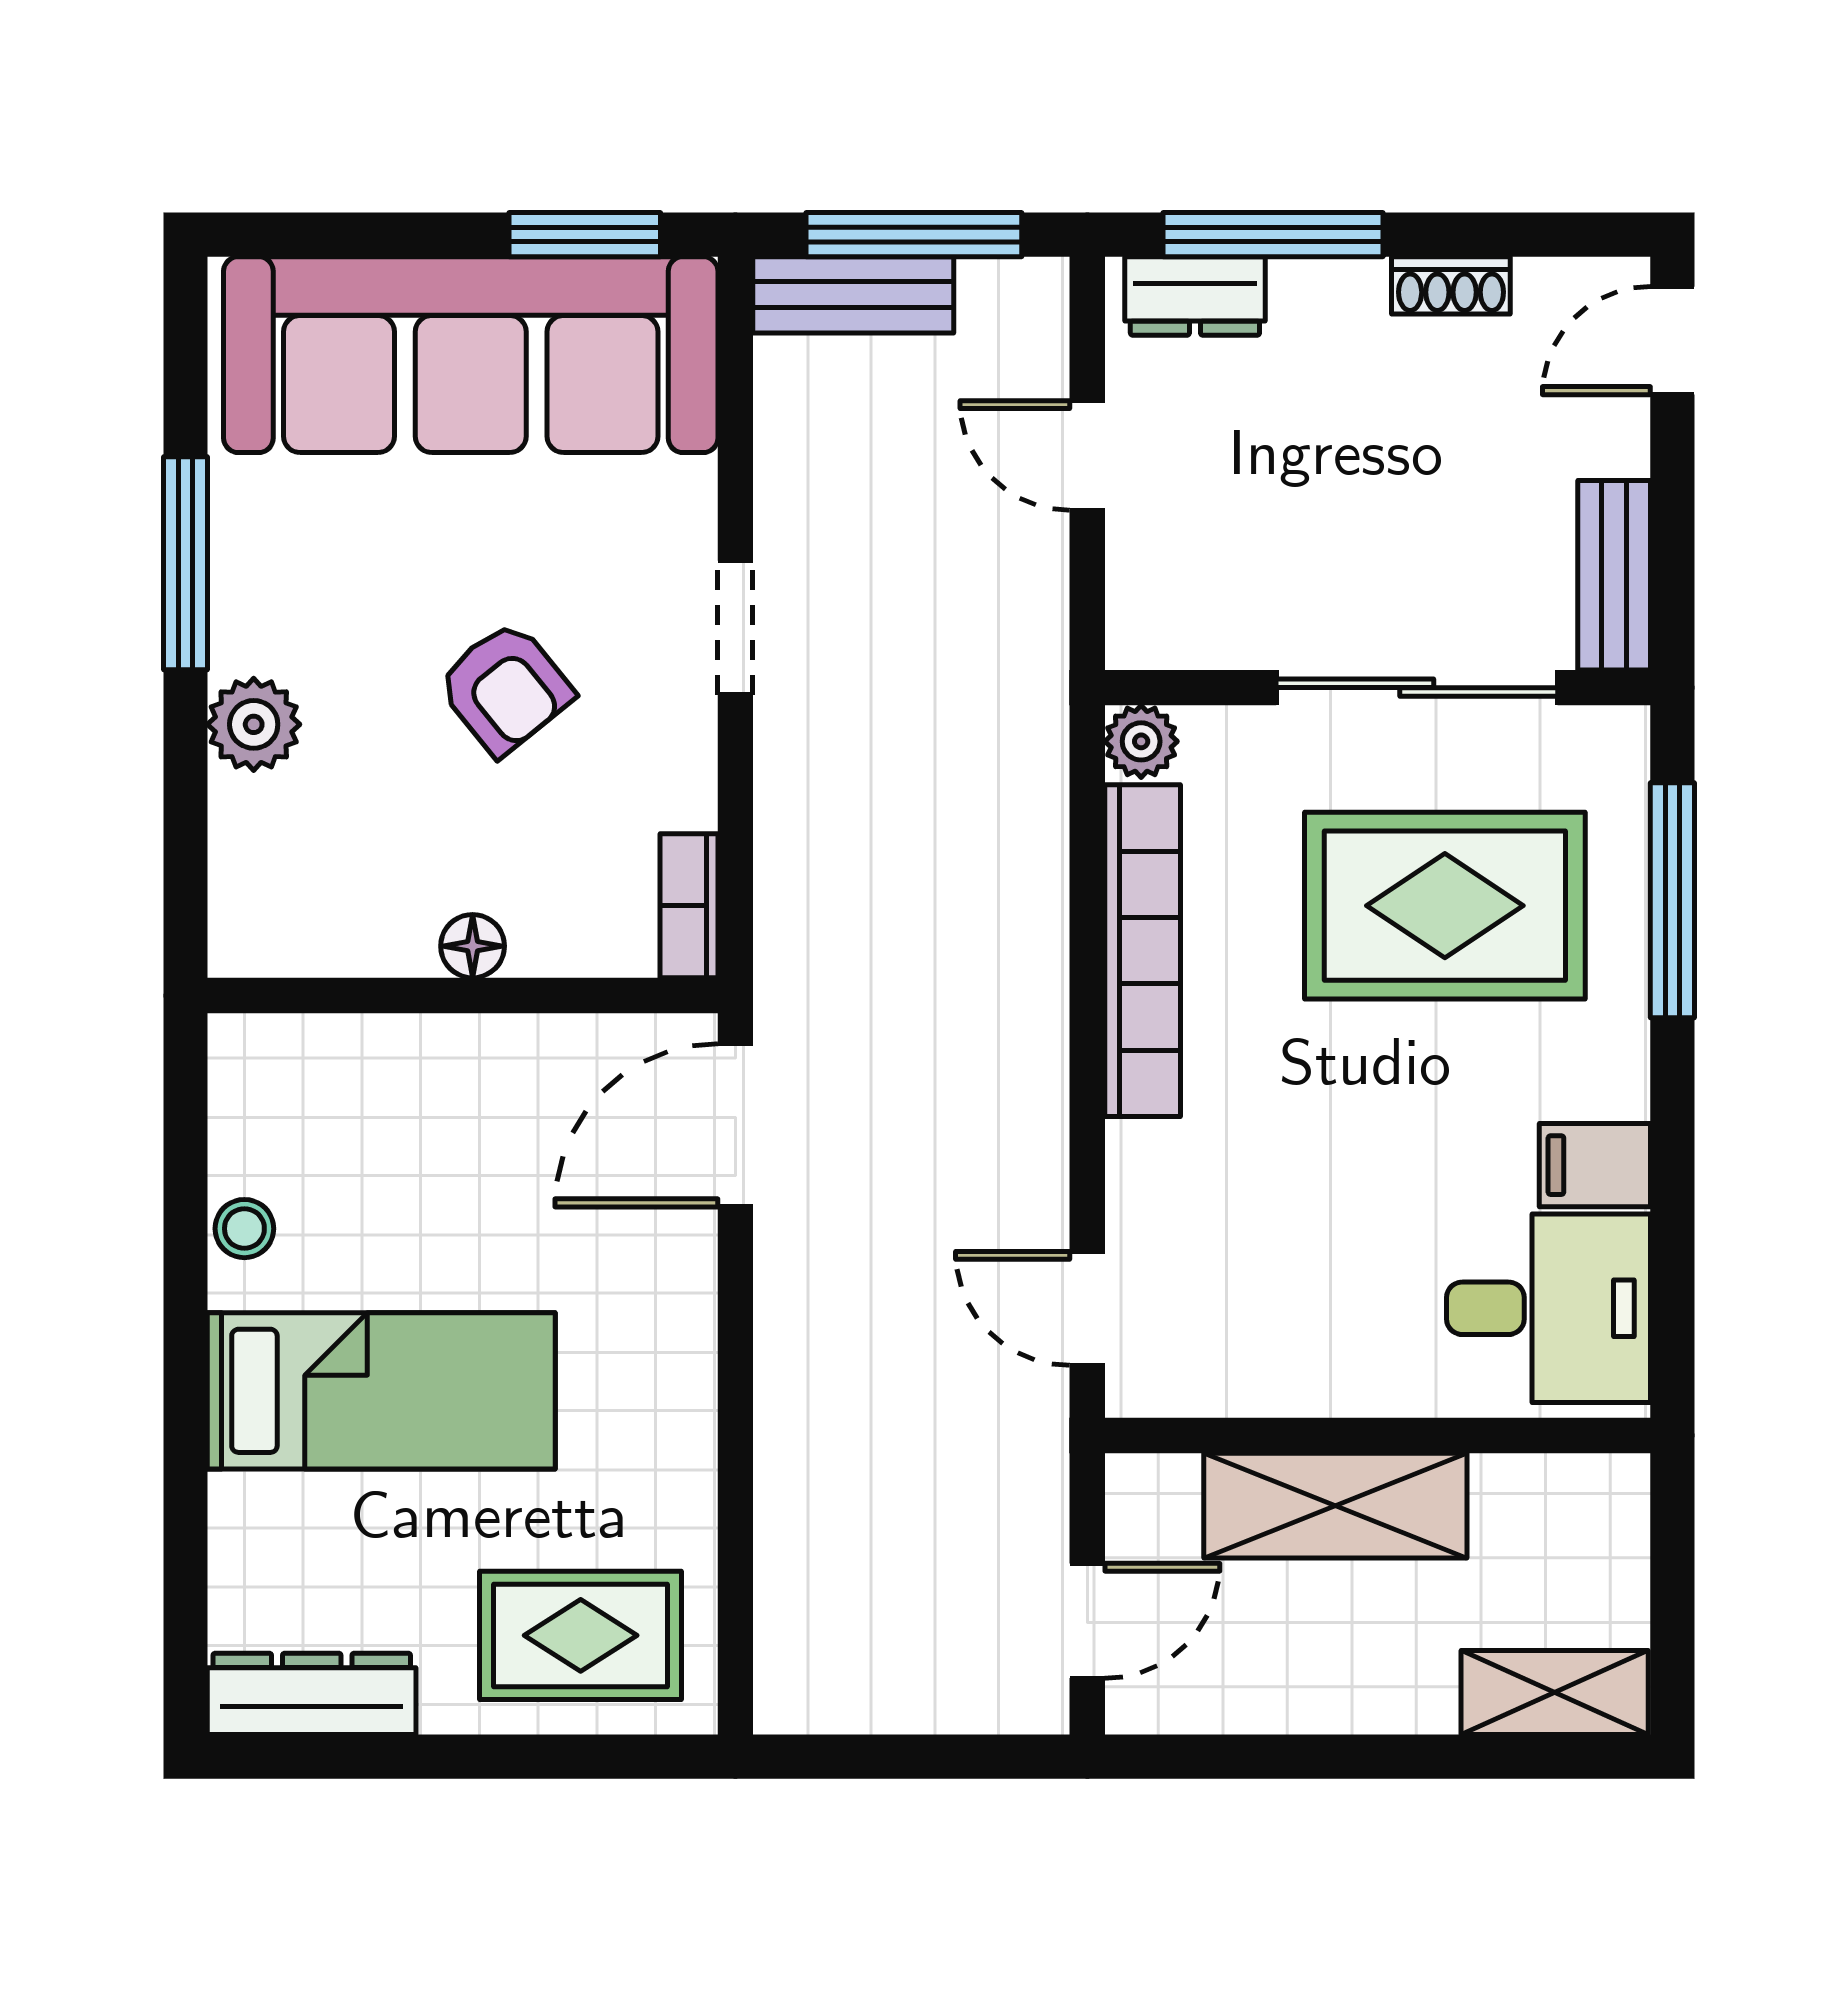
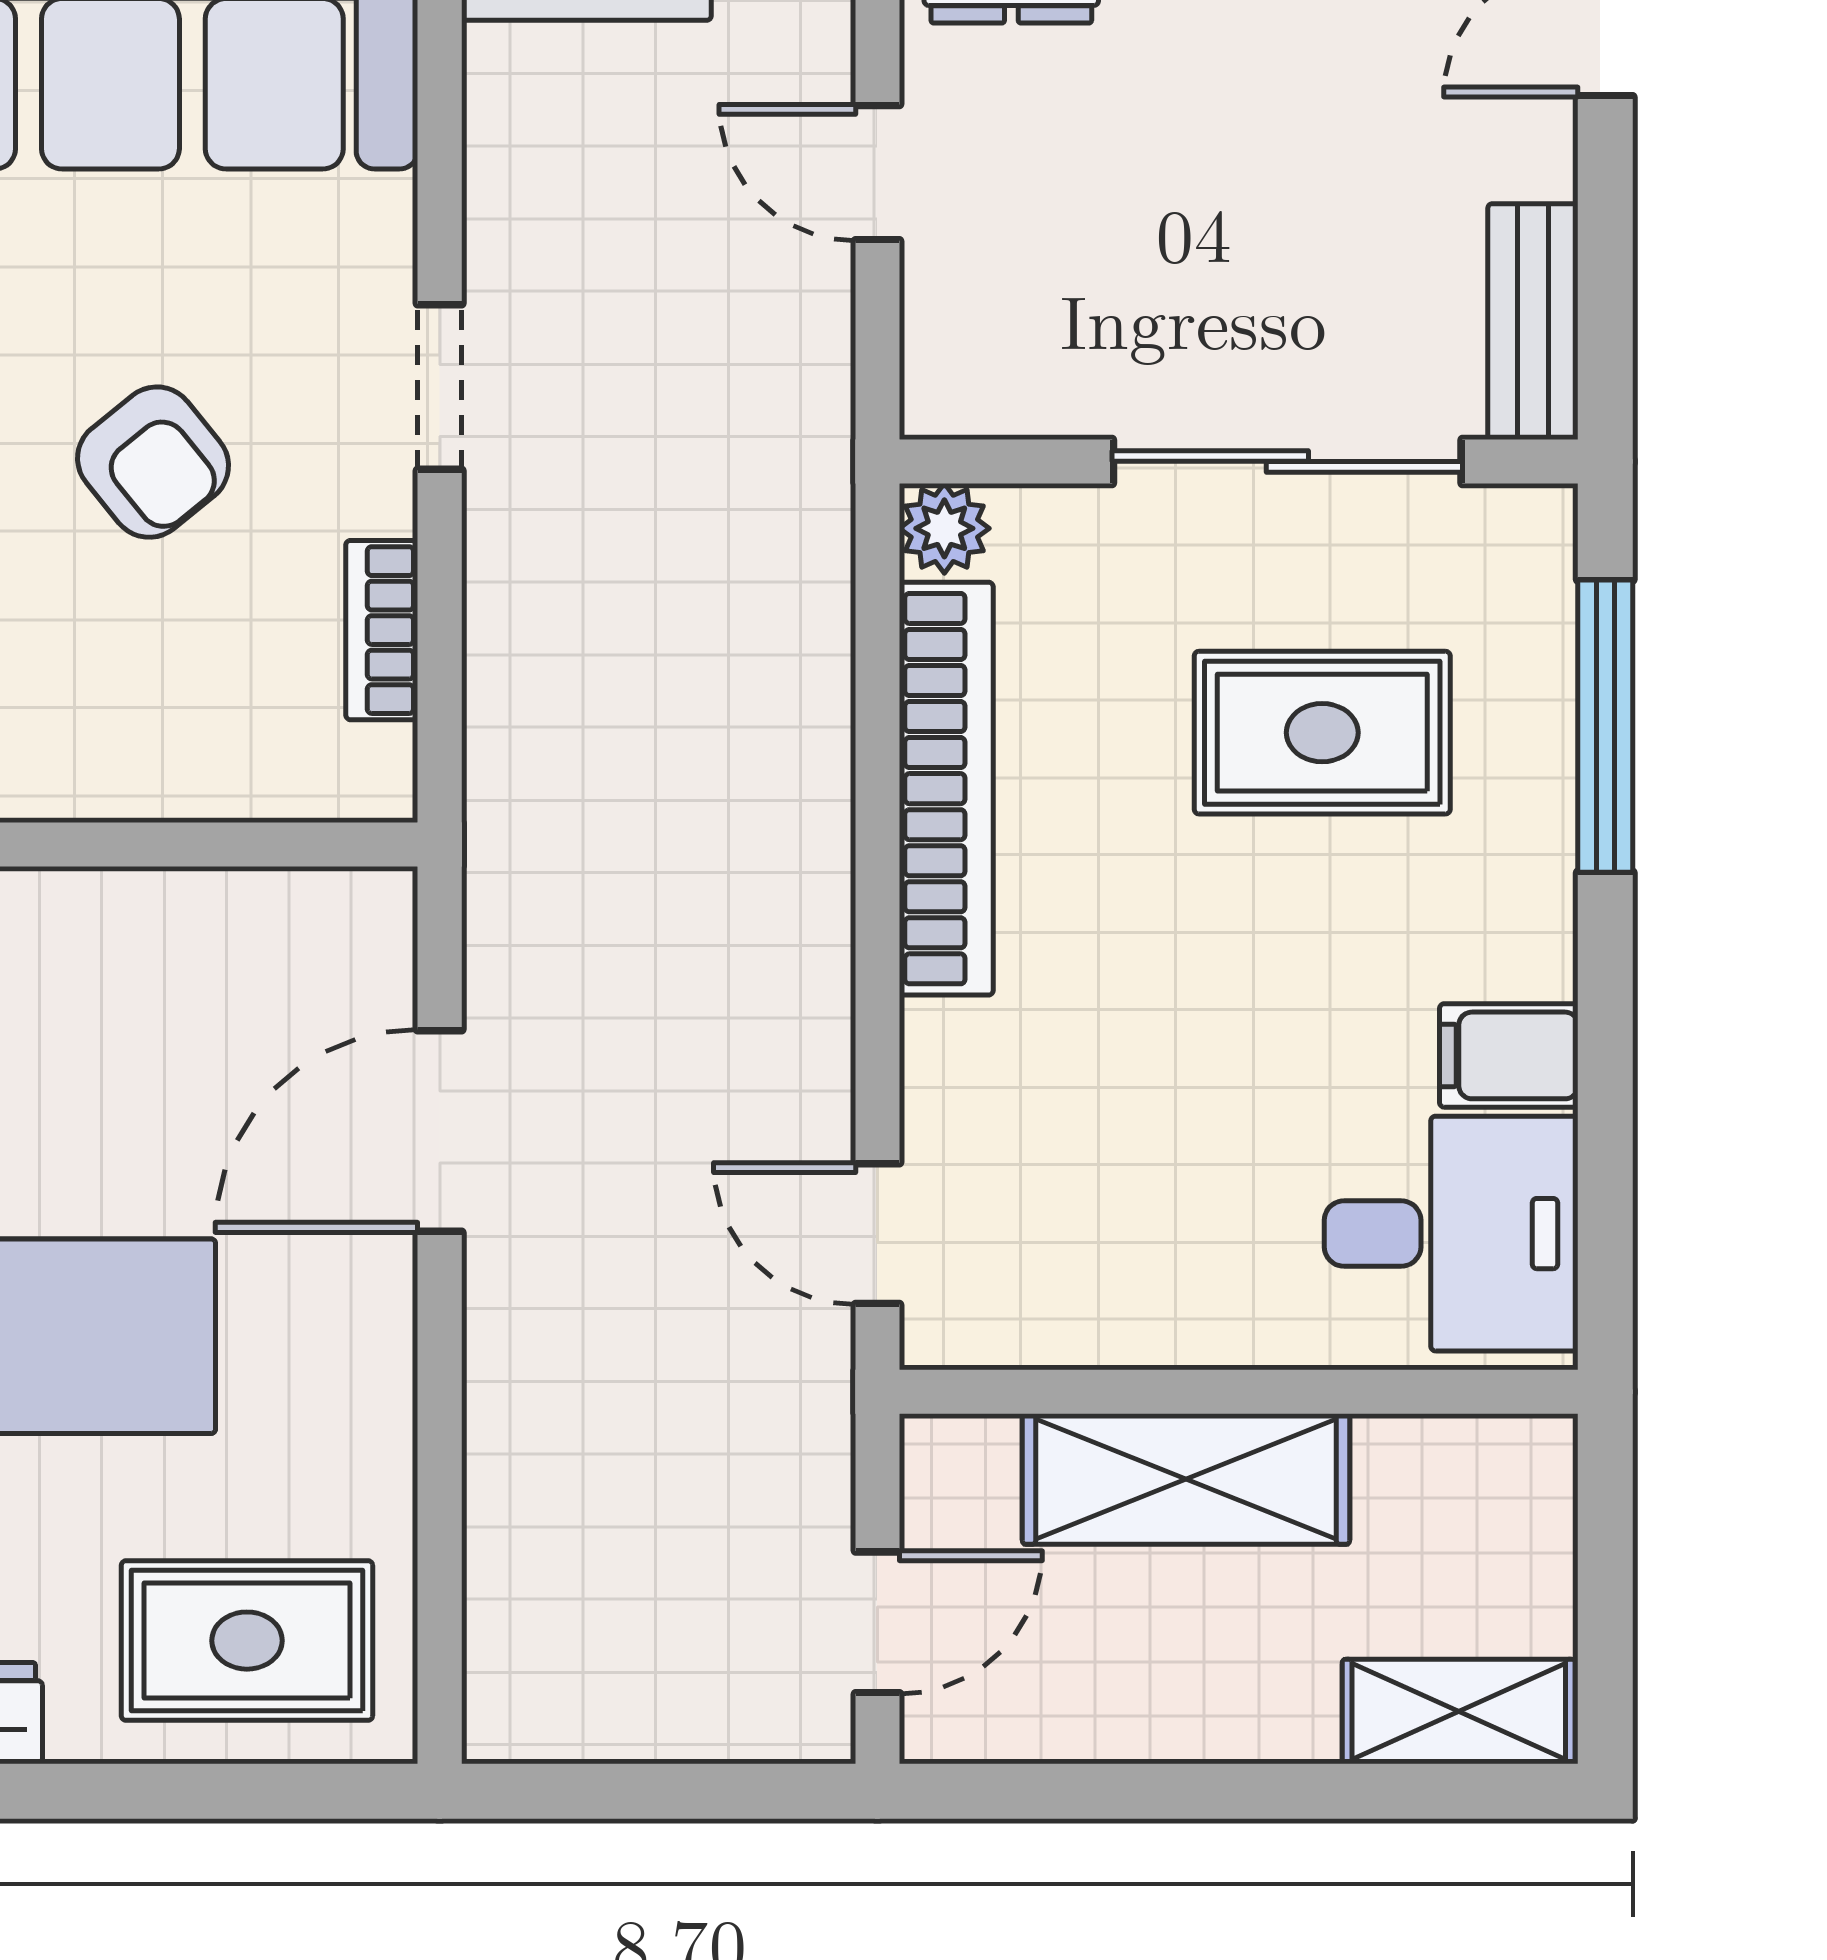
bookcase: (689, 906) -> (382, 630), moved
rug: (1445, 906) -> (1322, 733), width x0.73, depth x0.70
floor lamp: (473, 946) -> (113, 783), removed
door: (735, 1125) -> (440, 1131), moved

